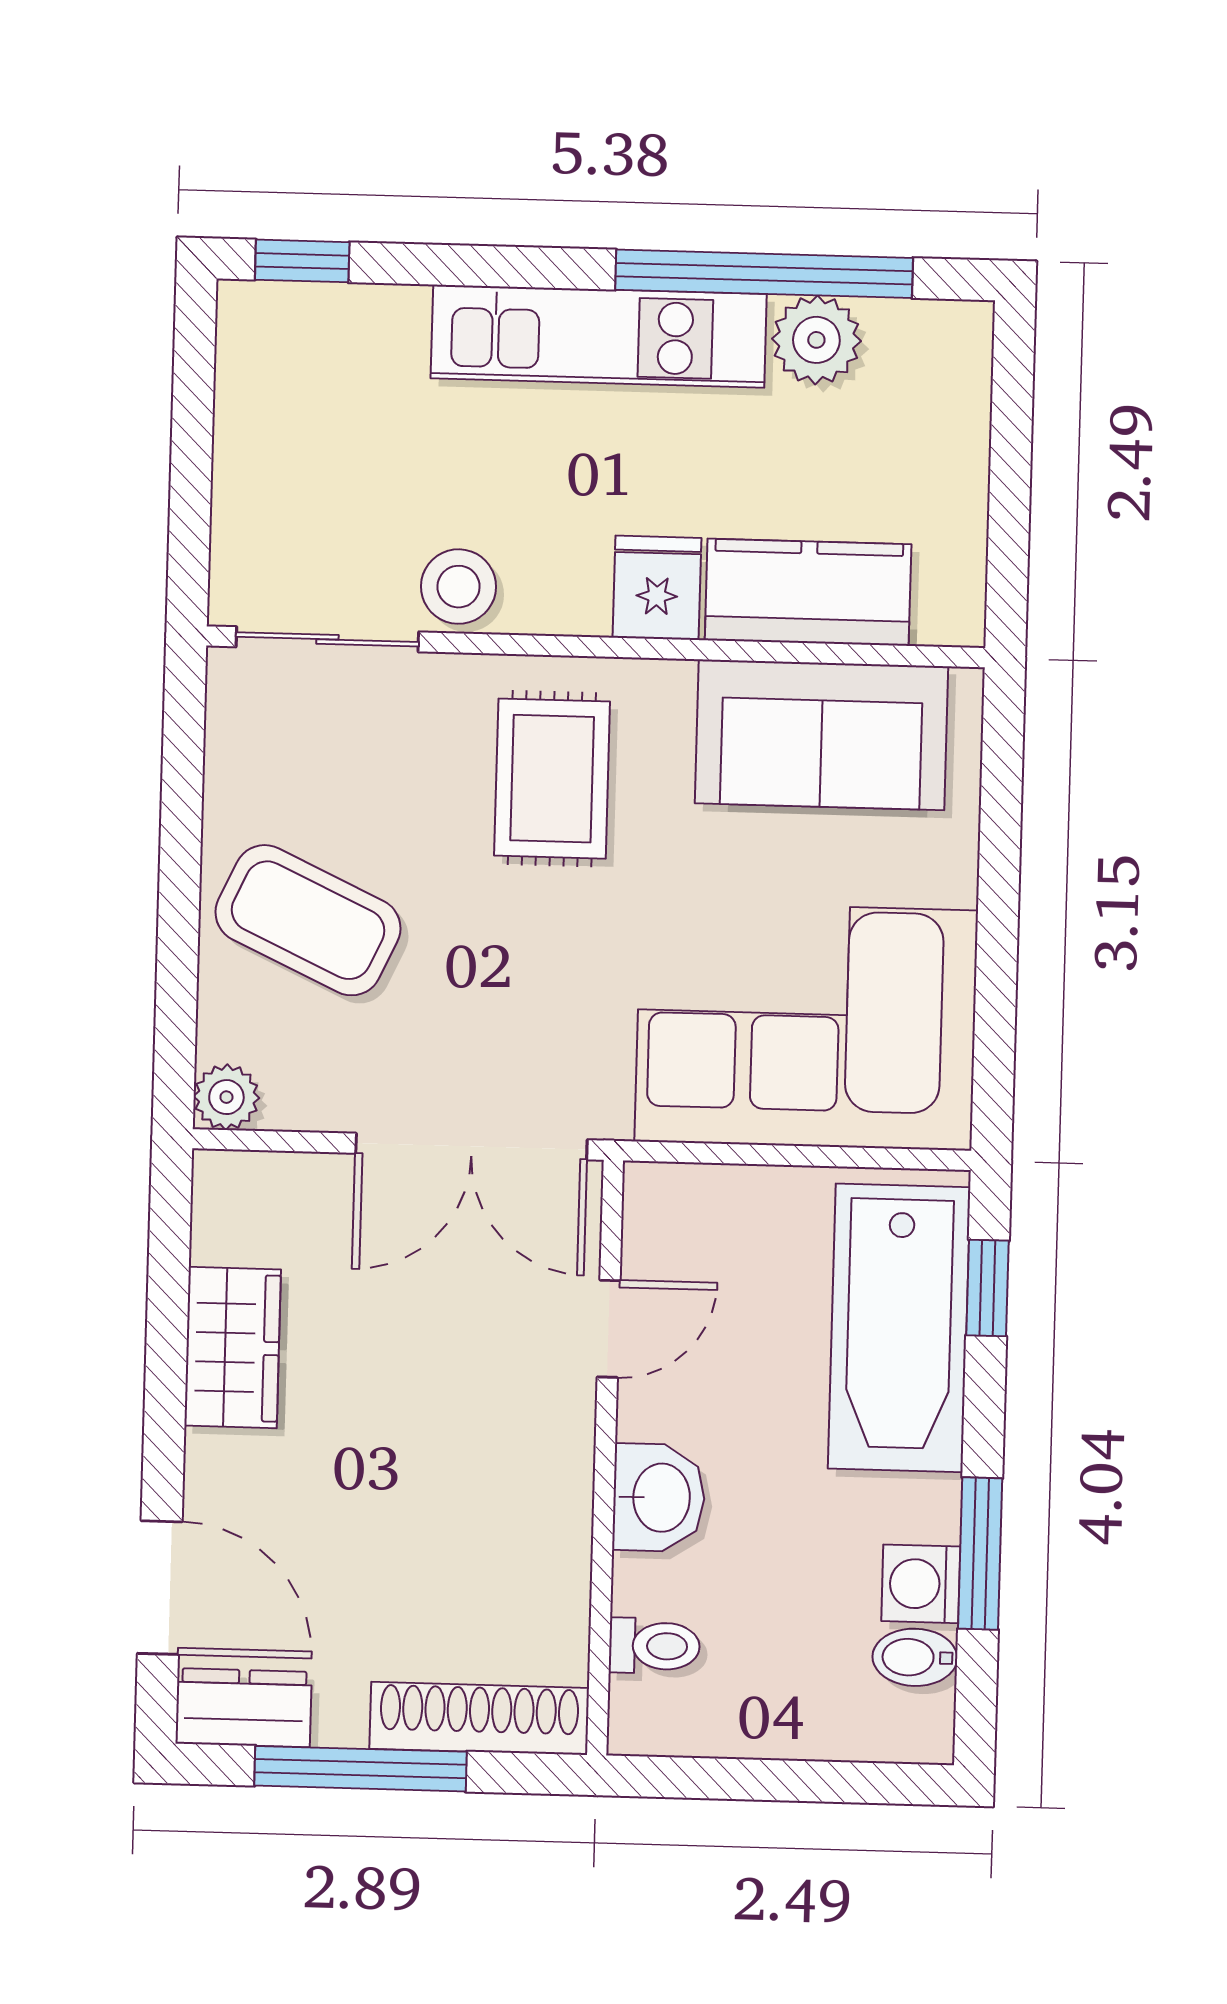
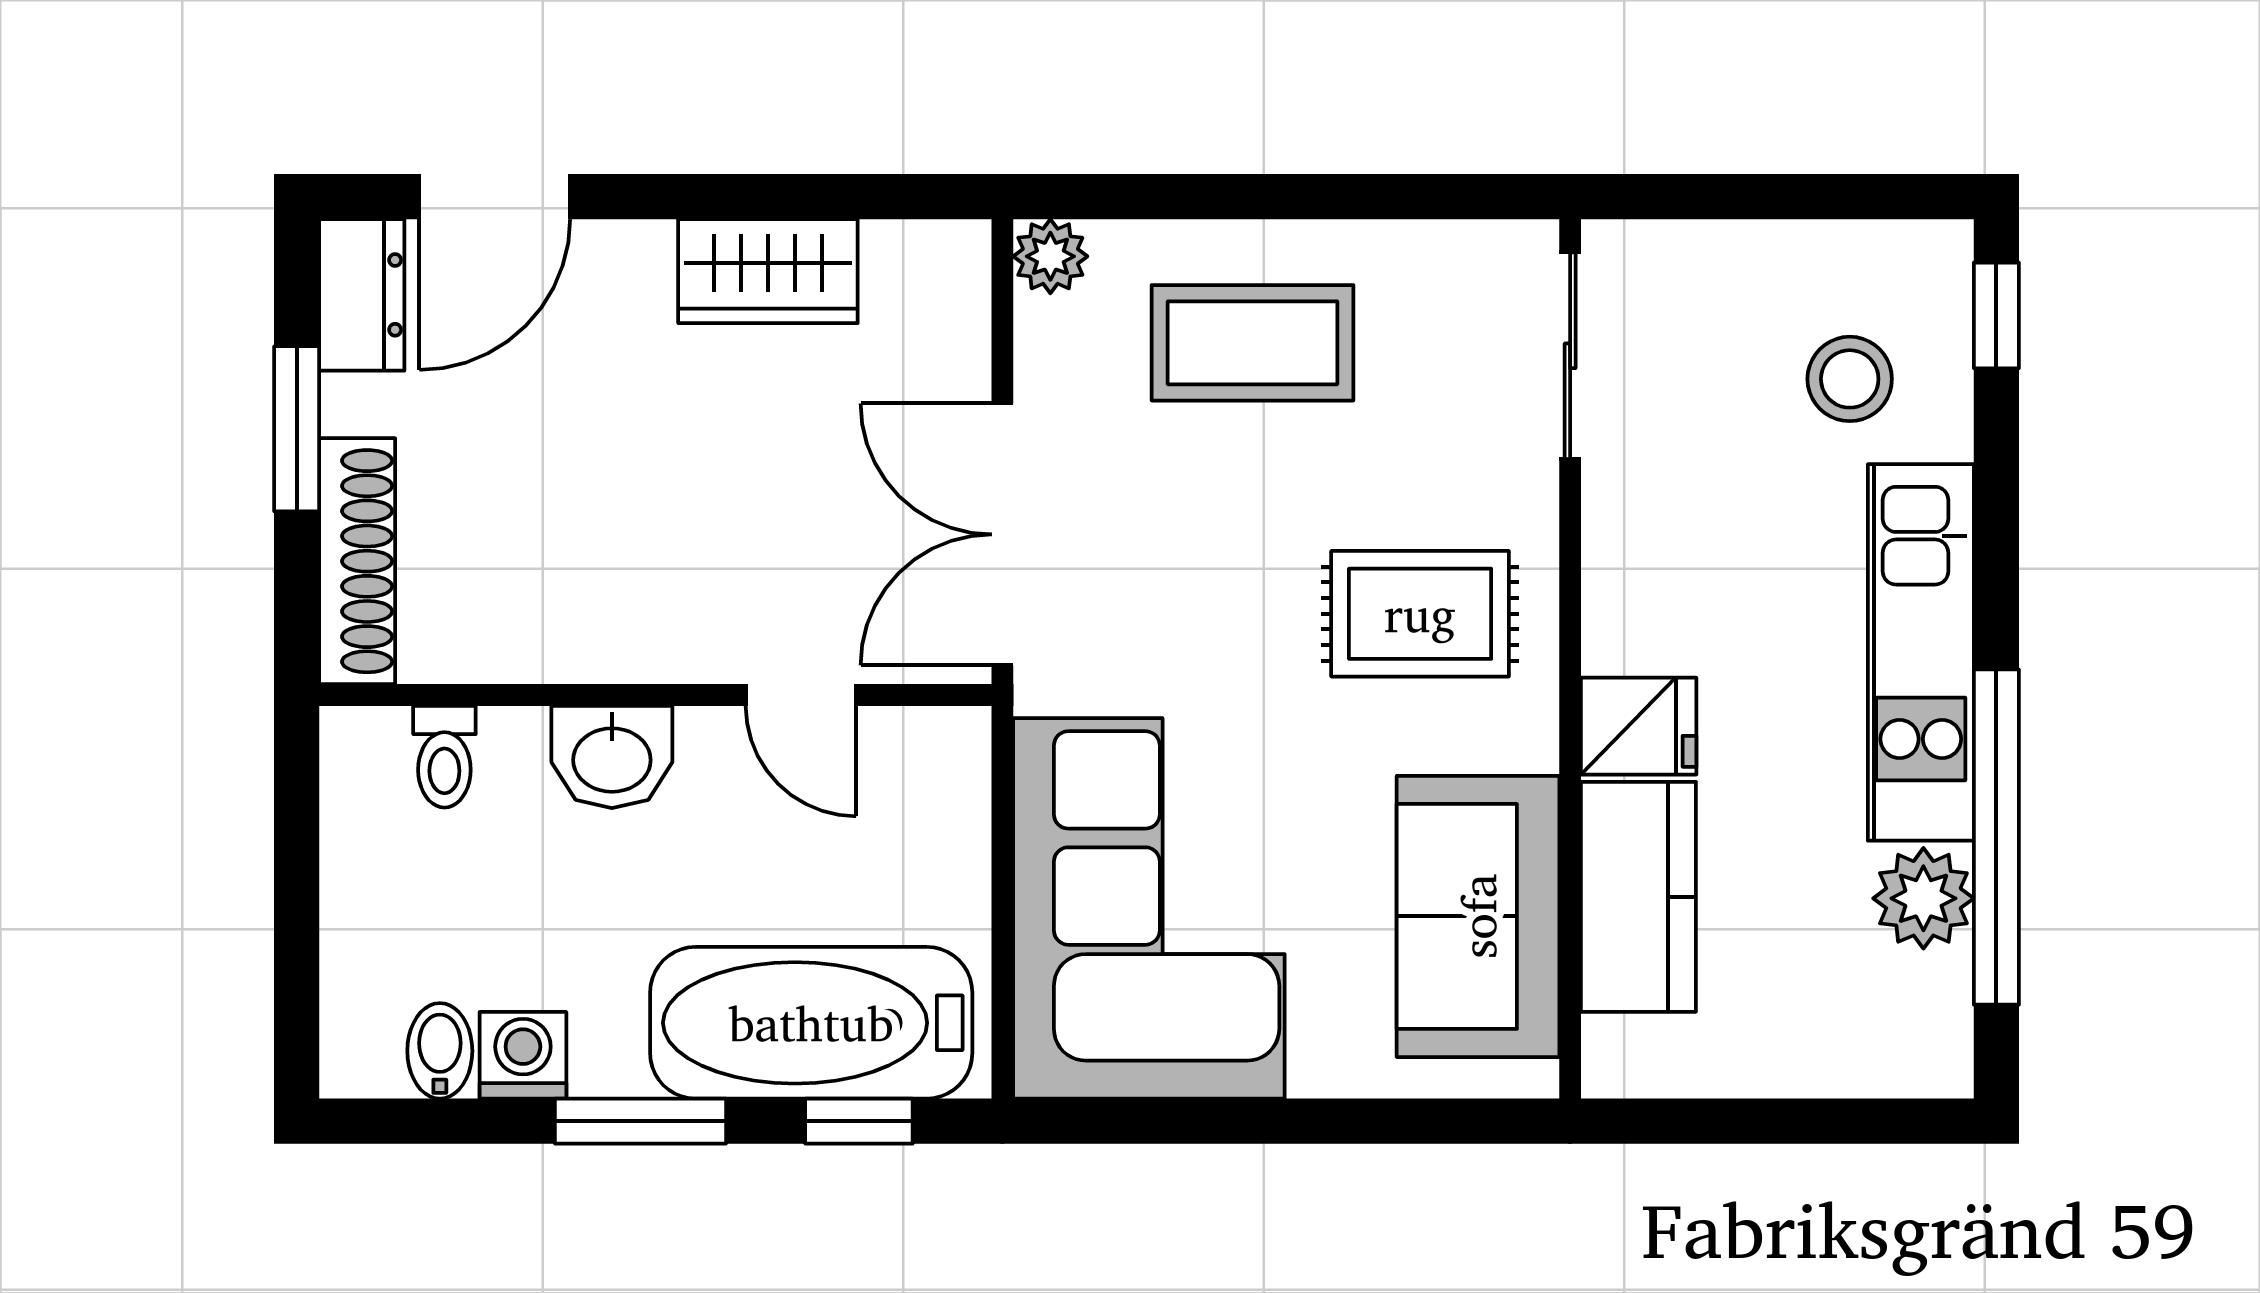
stool: (459, 587) -> (1850, 379), moved
coffee table: (308, 920) -> (1253, 343), turned 65
window: (980, 1553) -> (641, 1121), moved
window: (361, 1769) -> (297, 429), width x0.69

